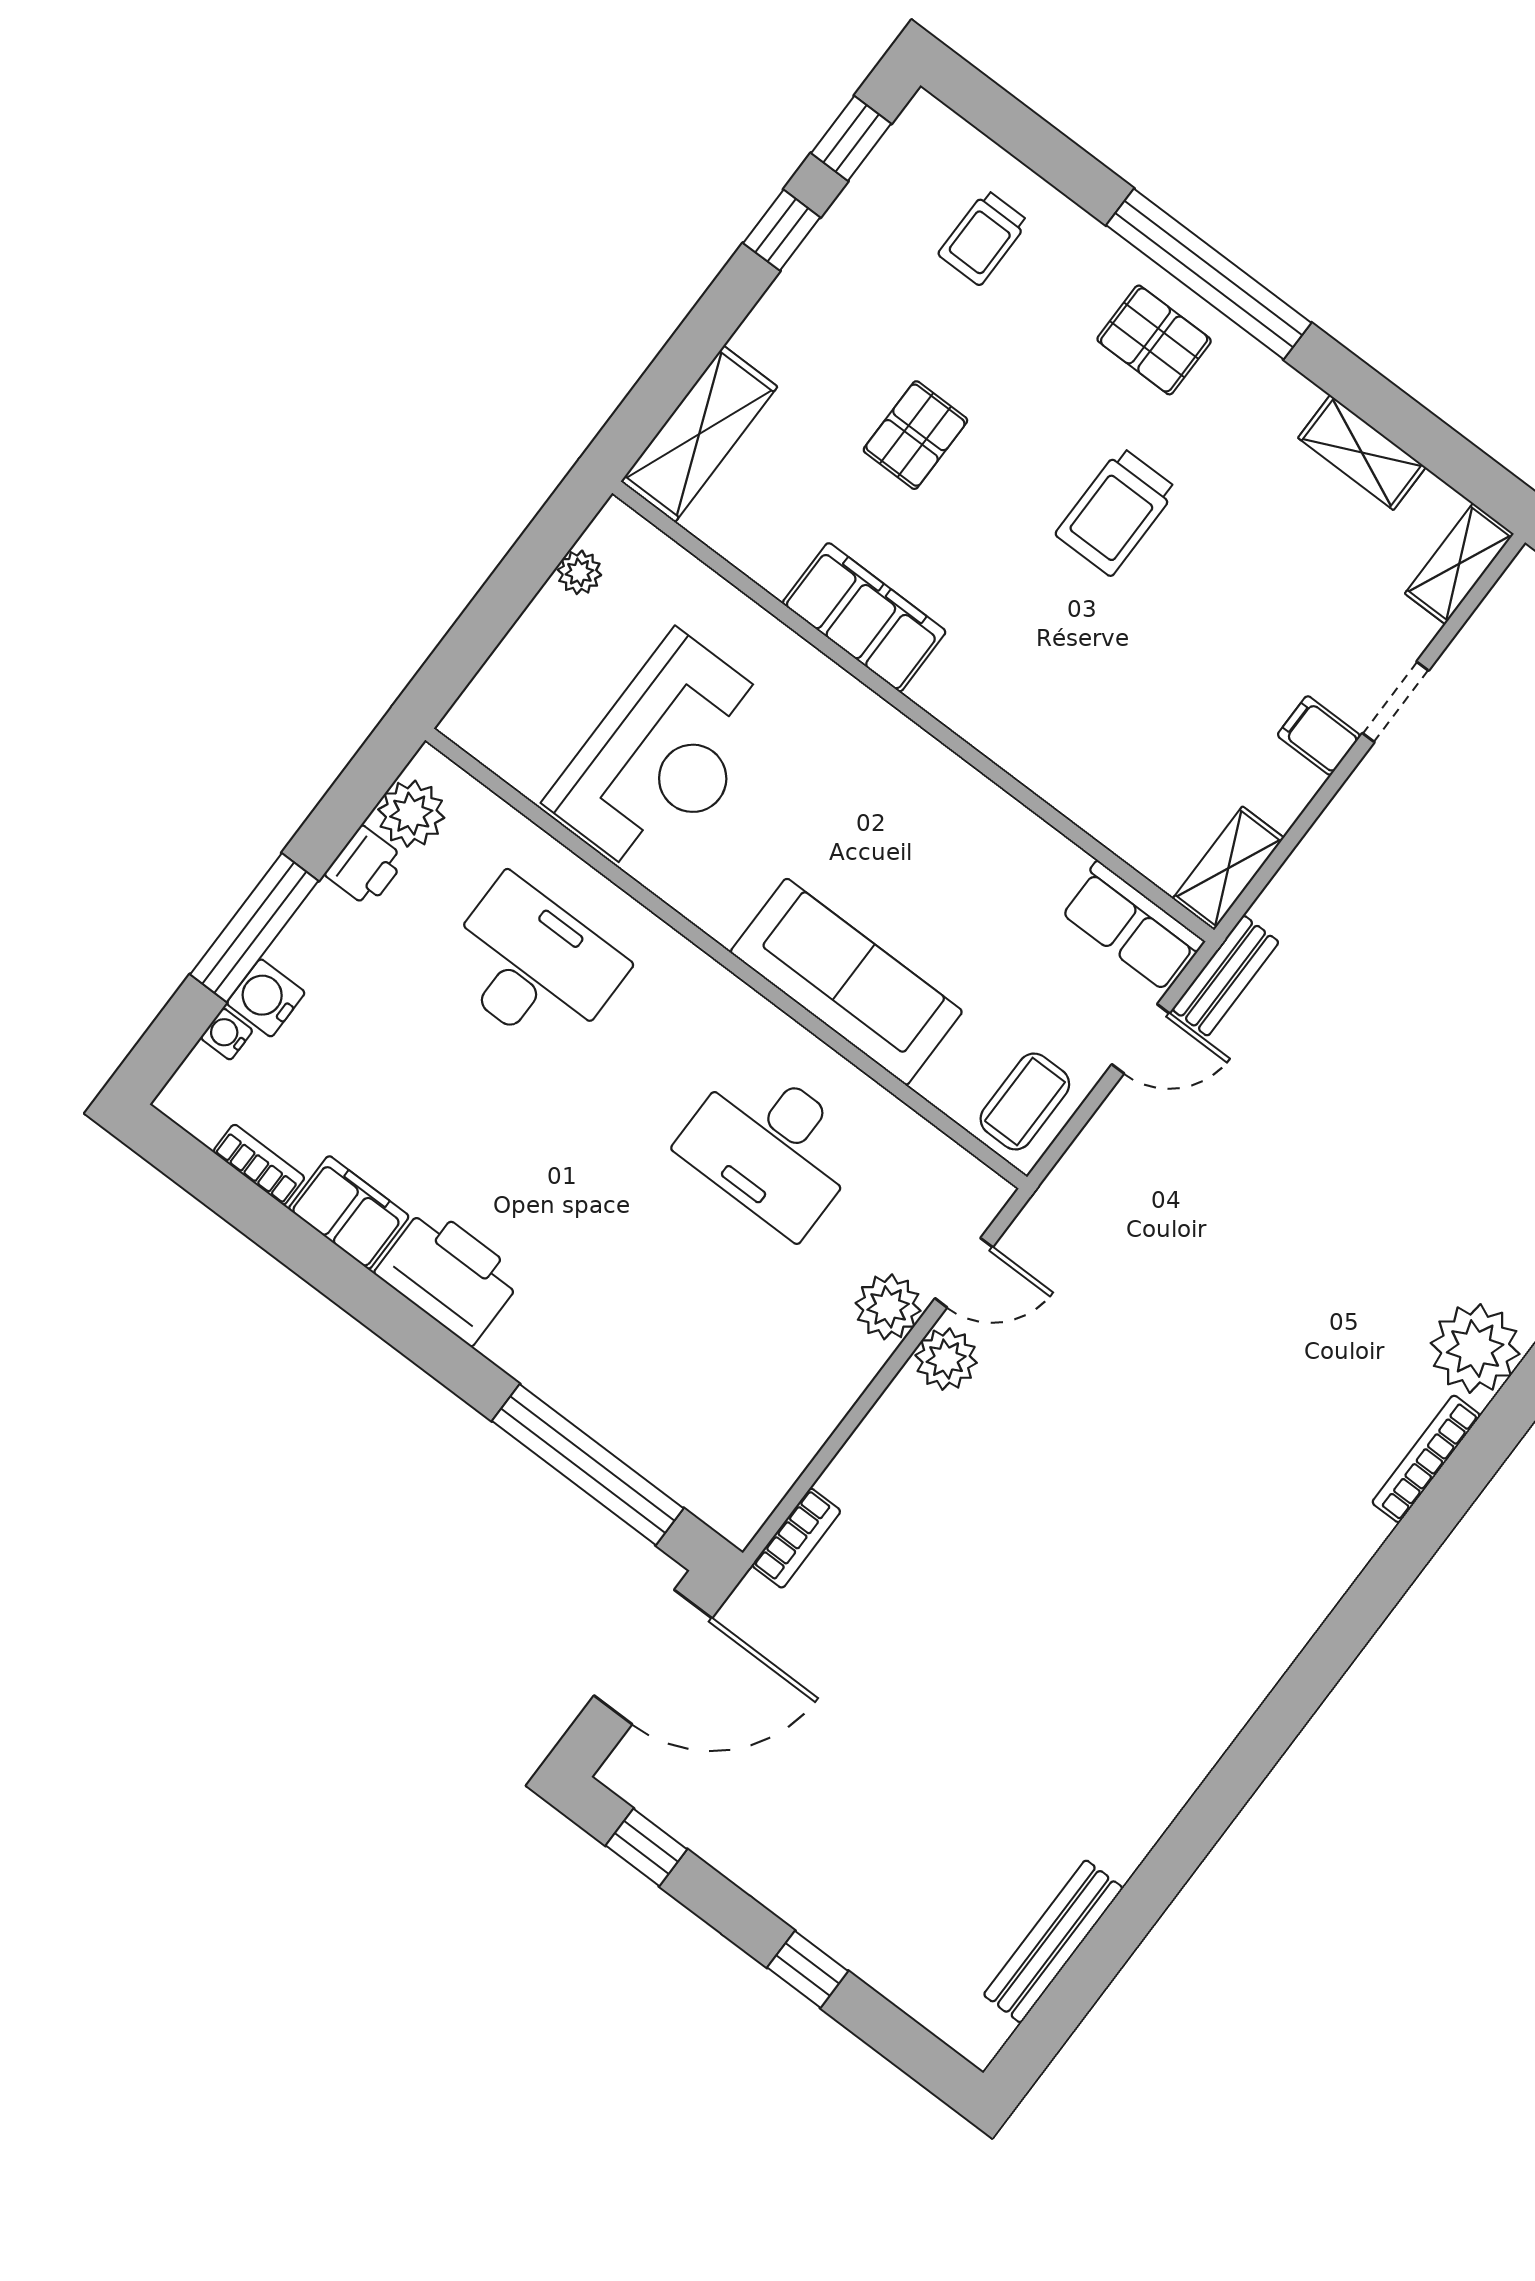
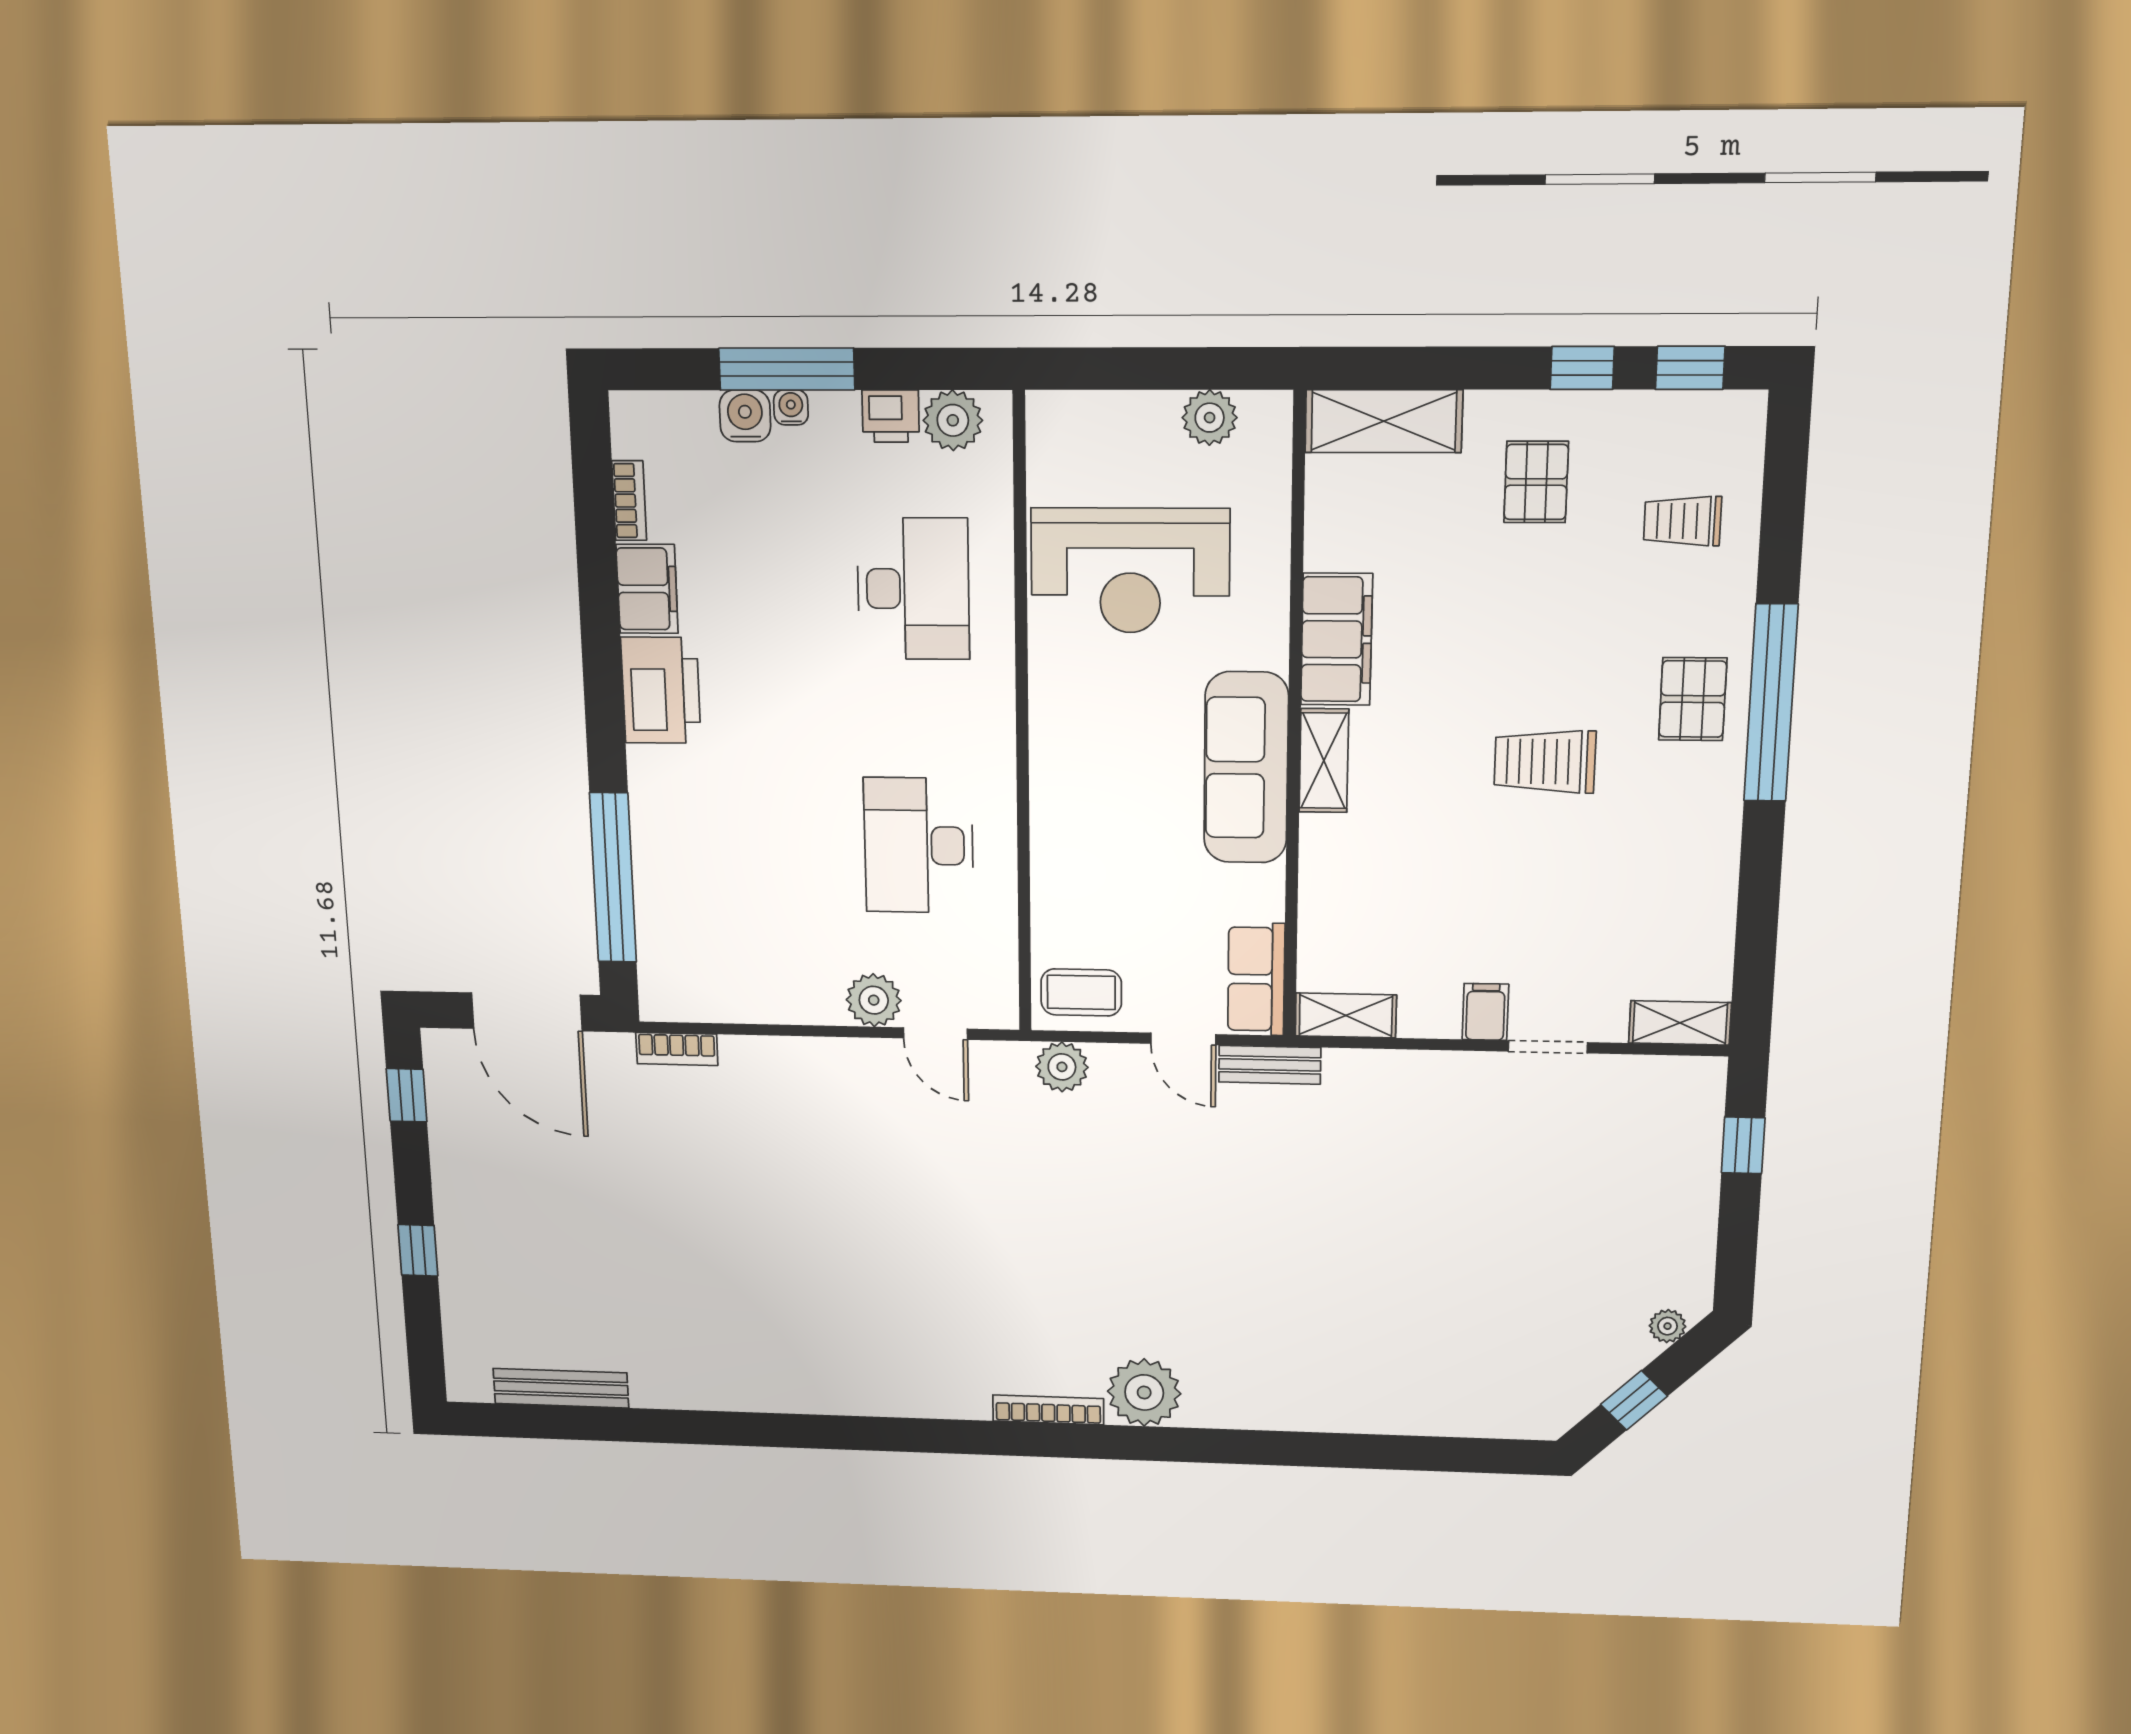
pallet: (915, 435) -> (1536, 482), moved, turned 90
shelving: (1362, 453) -> (1324, 761), moved
plant: (579, 572) -> (1210, 418), width x1.38, depth x1.38
sofa: (846, 982) -> (1246, 768), moved, turned 180
water cooler: (227, 1034) -> (791, 407), moved
plant: (946, 1359) -> (1062, 1067), moved

